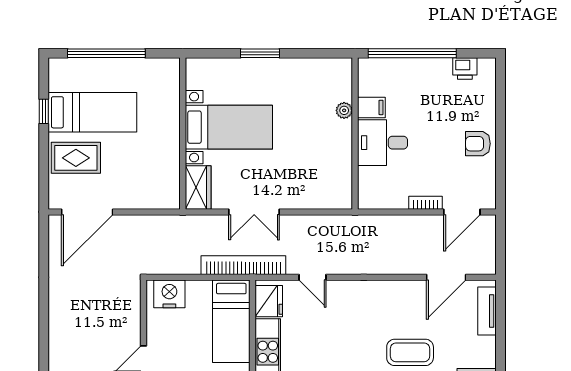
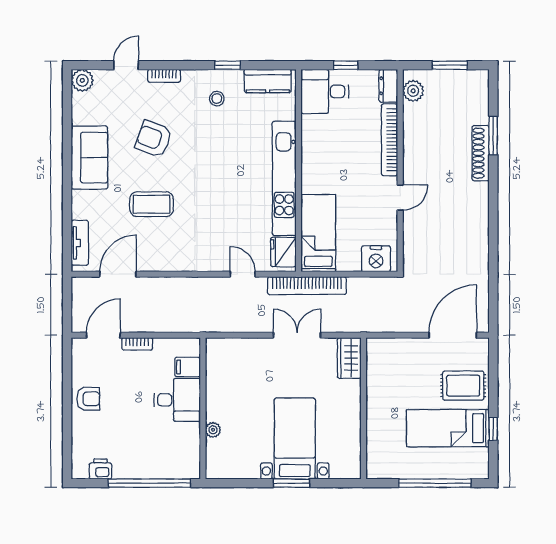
filing cabinet: (371, 107) -> (188, 367), moved
bed with nightstands: (229, 127) -> (295, 439), moved, turned 90

